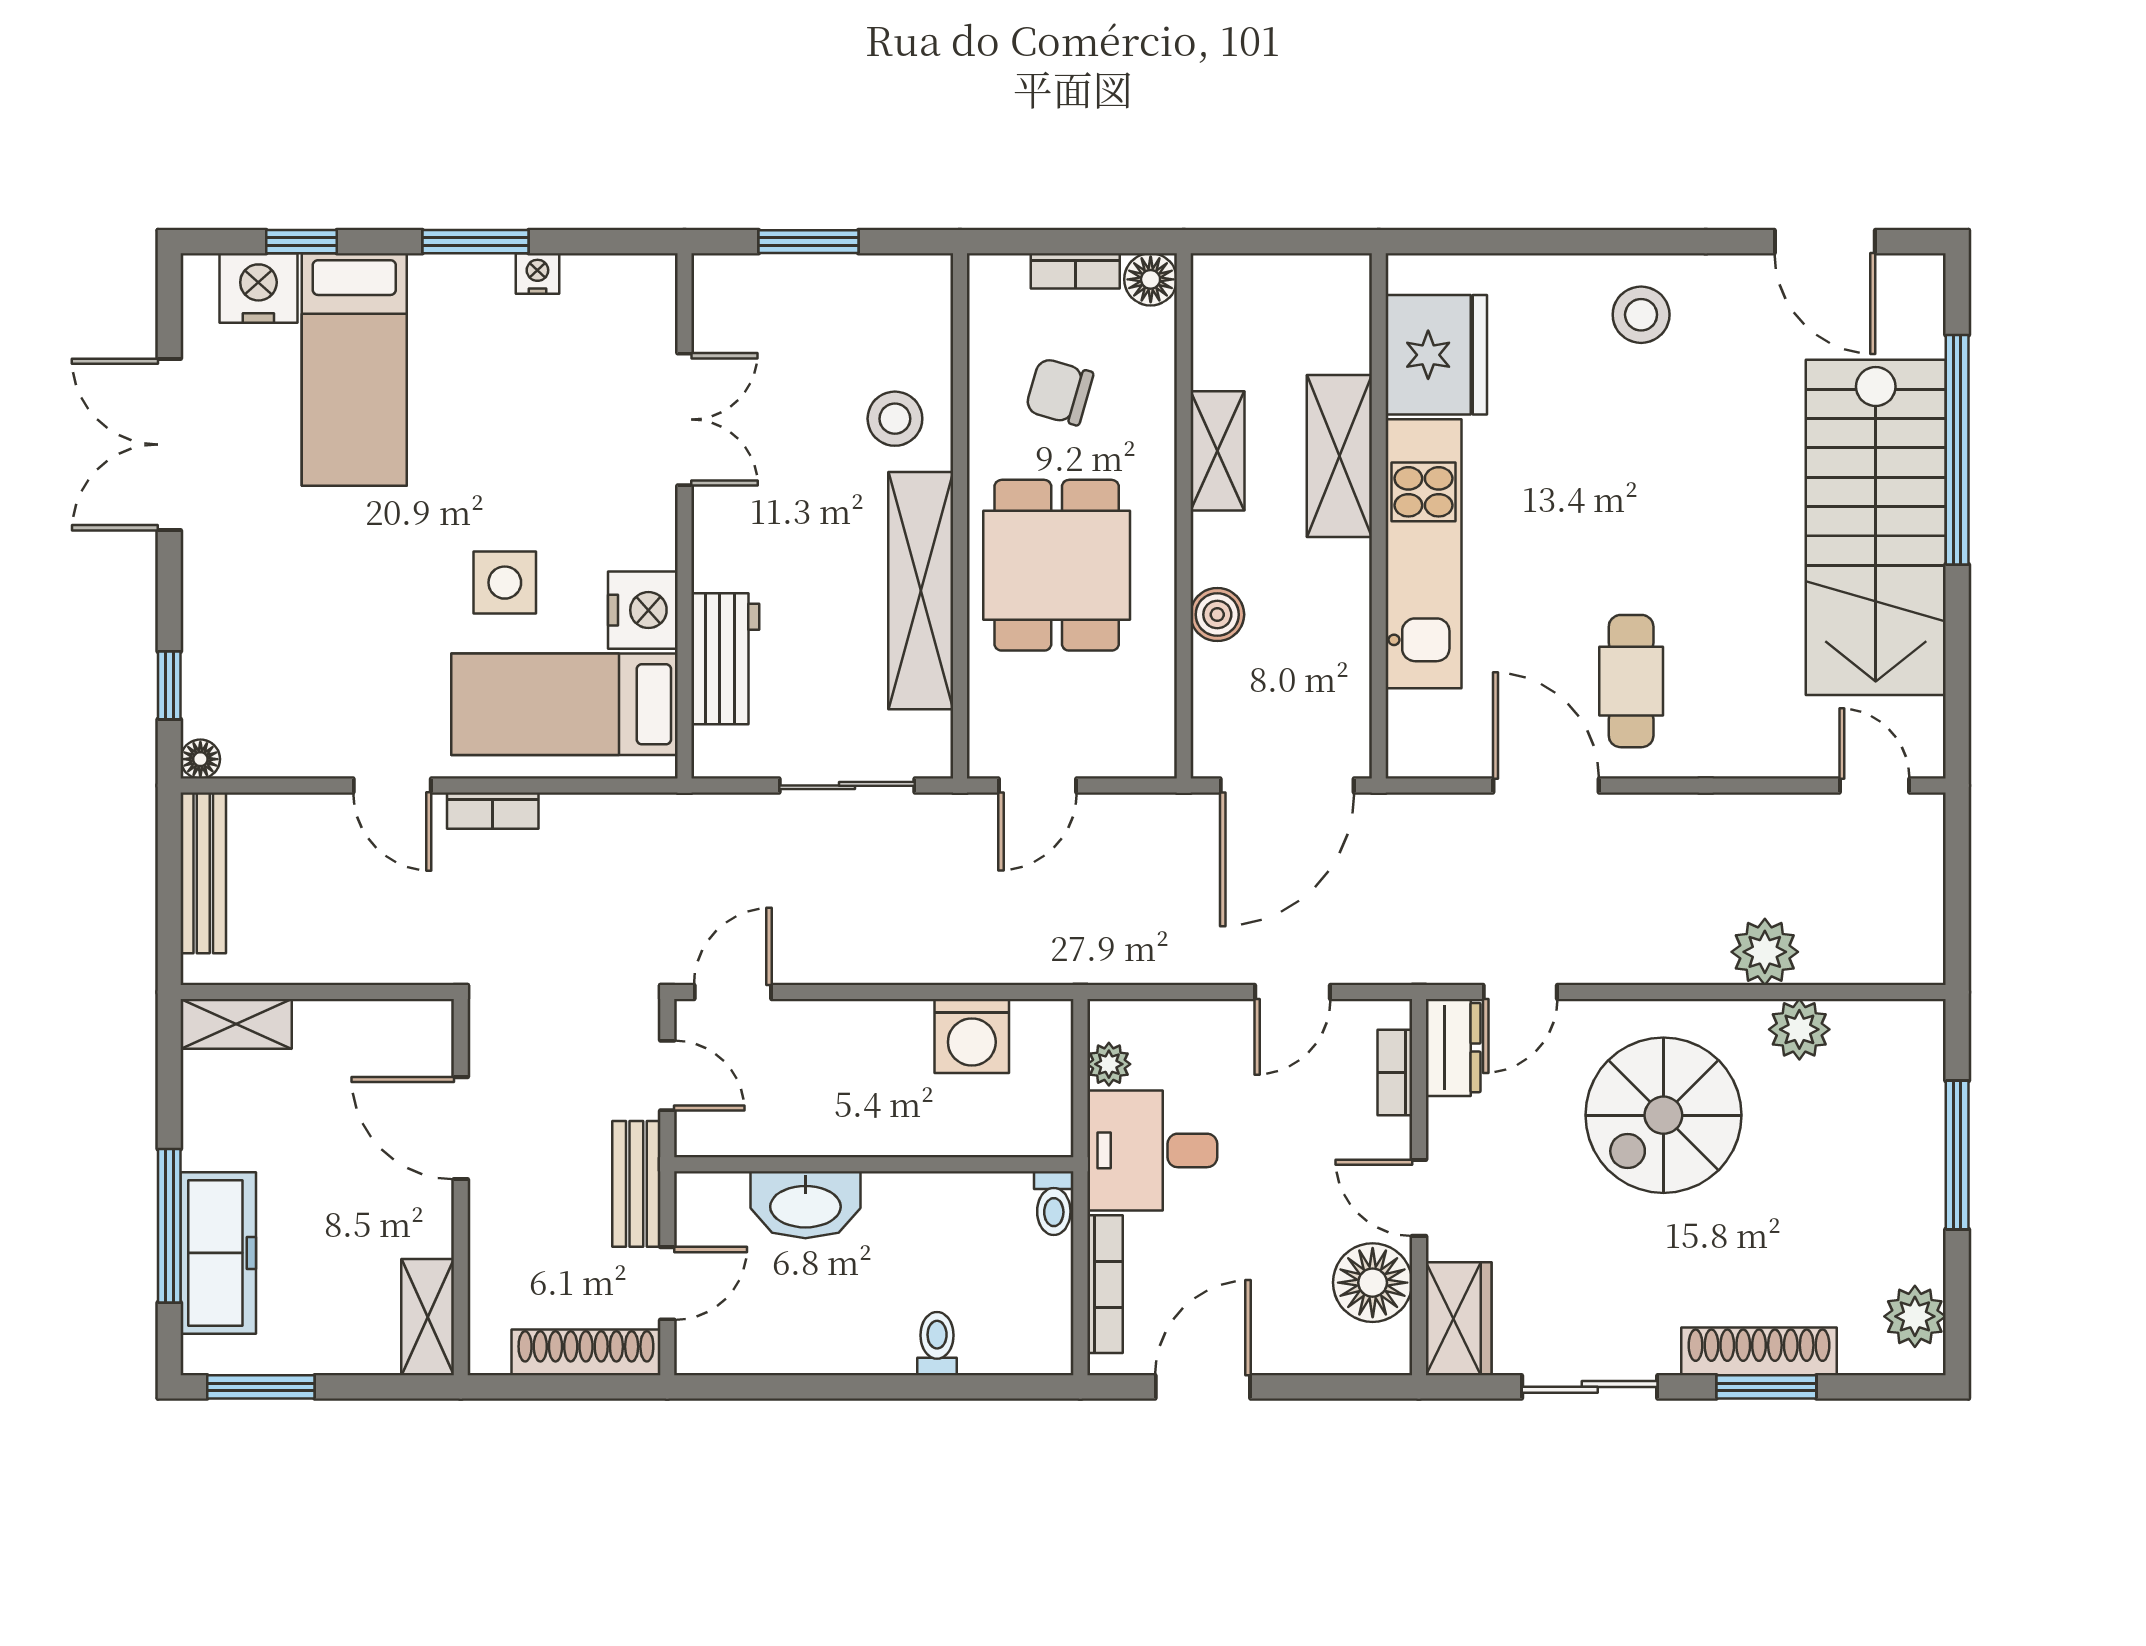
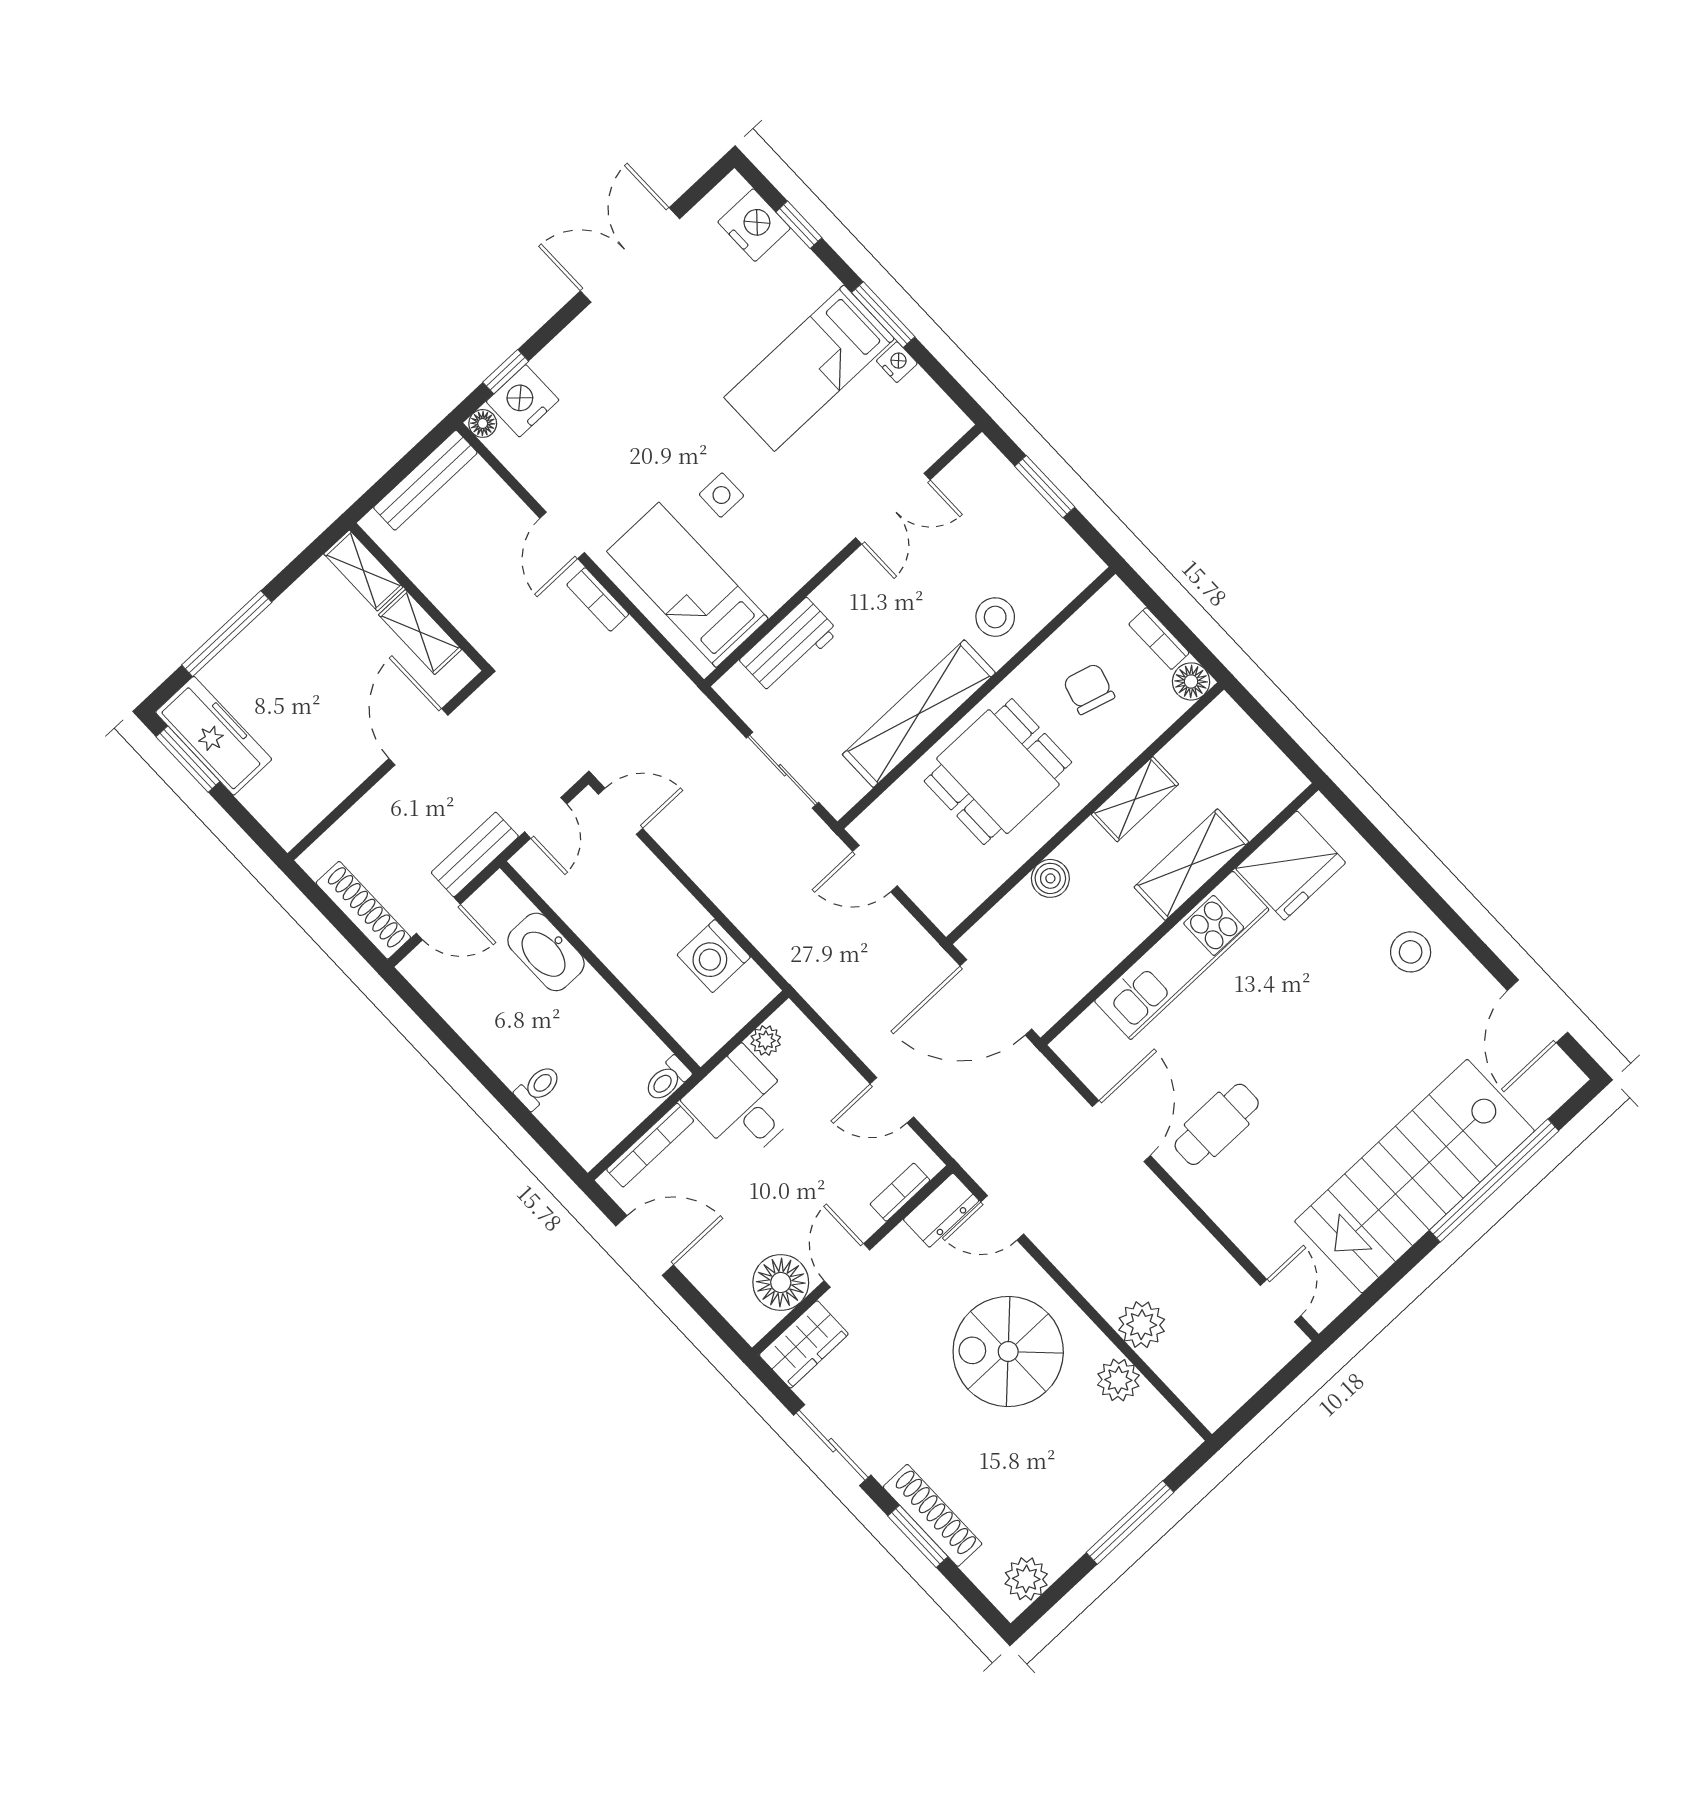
bed: (354, 370) -> (809, 368), moved
side table: (505, 583) -> (721, 495), width x0.73, depth x0.73
nightstand: (643, 610) -> (523, 401), moved, turned 180
freezer: (218, 1253) -> (214, 736), moved, turned -90
shelving: (428, 1317) -> (420, 632), moved, turned 90

